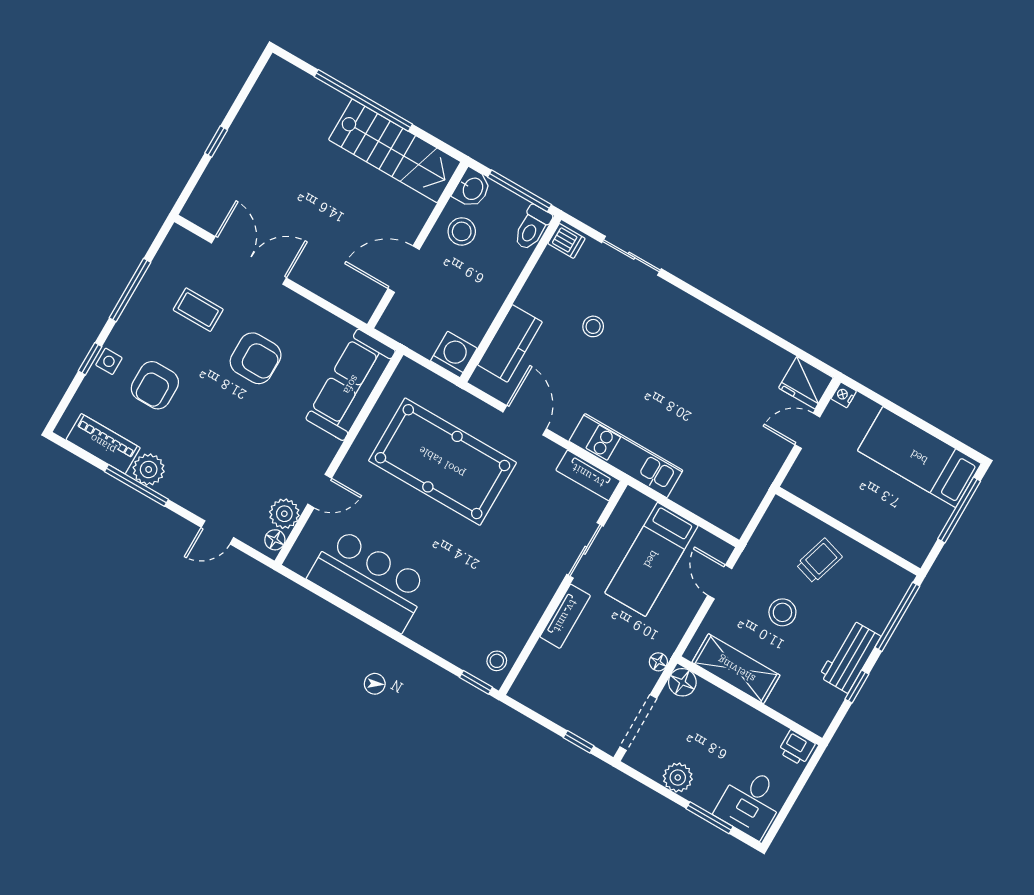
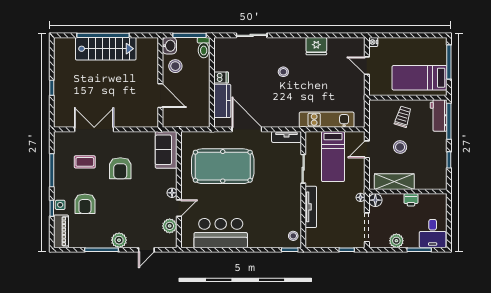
stairs: (395, 151) -> (106, 49), moved
dishwasher: (567, 241) -> (221, 78), moved
door: (404, 269) -> (160, 96), swing flipped
stool: (593, 326) -> (283, 72), moved
washing machine: (454, 355) -> (202, 119), removed
armchair: (256, 358) -> (120, 168), turned 90
fridge: (806, 383) -> (316, 46), moved
sofa: (351, 385) -> (166, 150), width x0.73
door: (525, 420) -> (247, 129), width x1.36
door: (807, 431) -> (367, 66), hinge flipped
piano: (103, 444) -> (61, 231), moved, turned 90
kitchen unit: (626, 456) -> (327, 120), moved
bed: (919, 457) -> (420, 78), moved
plant: (149, 469) -> (119, 240), moved
floor lamp: (275, 540) -> (172, 193), moved
door: (720, 582) -> (367, 149), hinge flipped
tv unit: (565, 616) -> (311, 207), width x1.41
workbench: (850, 656) -> (439, 115), moved
printer: (797, 748) -> (411, 200), moved

